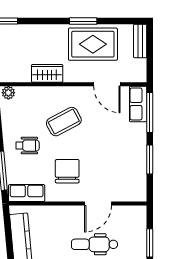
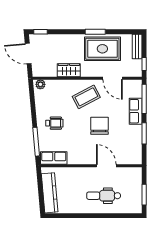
window: (150, 65) -> (144, 64), added
row of seats: (138, 104) -> (136, 111), moved
coffee table: (64, 122) -> (86, 97), moved
chair: (67, 171) -> (100, 126), moved
door: (98, 204) -> (106, 166), swing flipped

